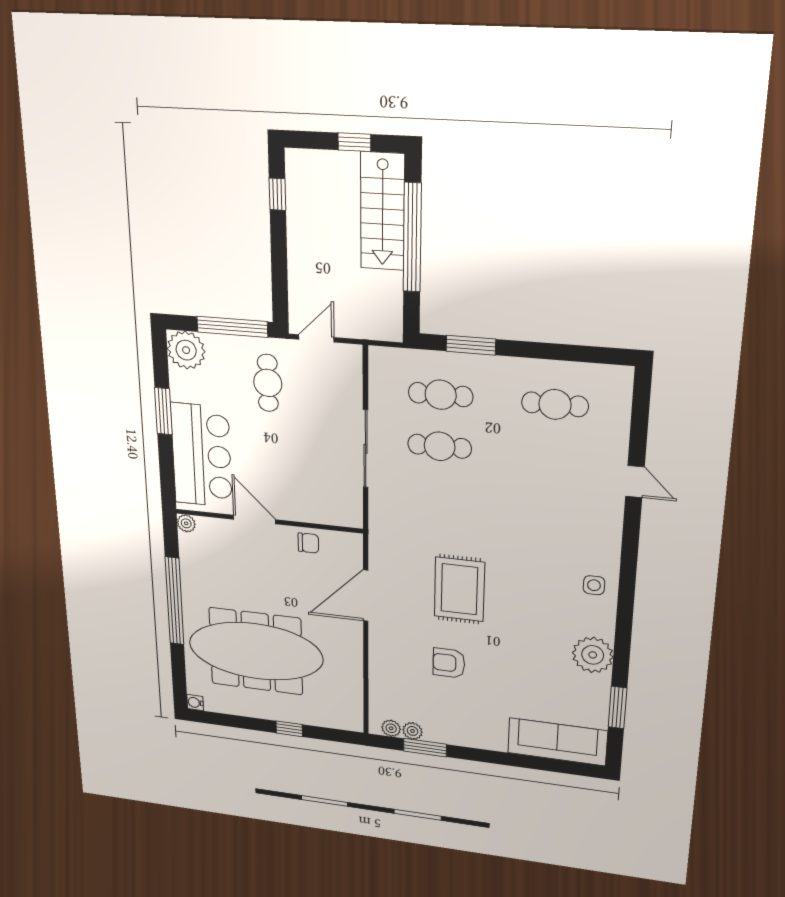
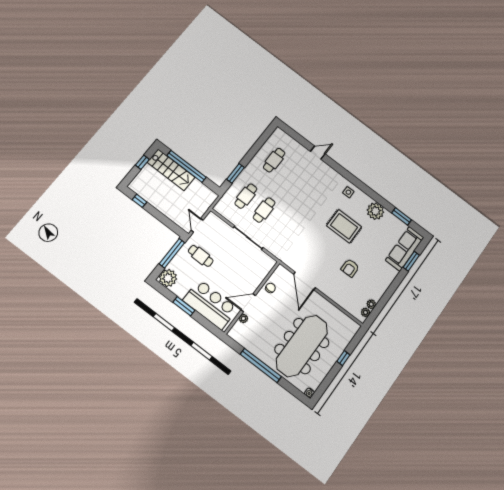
plant: (186, 523) -> (243, 318), moved
rug: (459, 589) -> (344, 226), moved
window: (425, 748) -> (411, 261), moved

